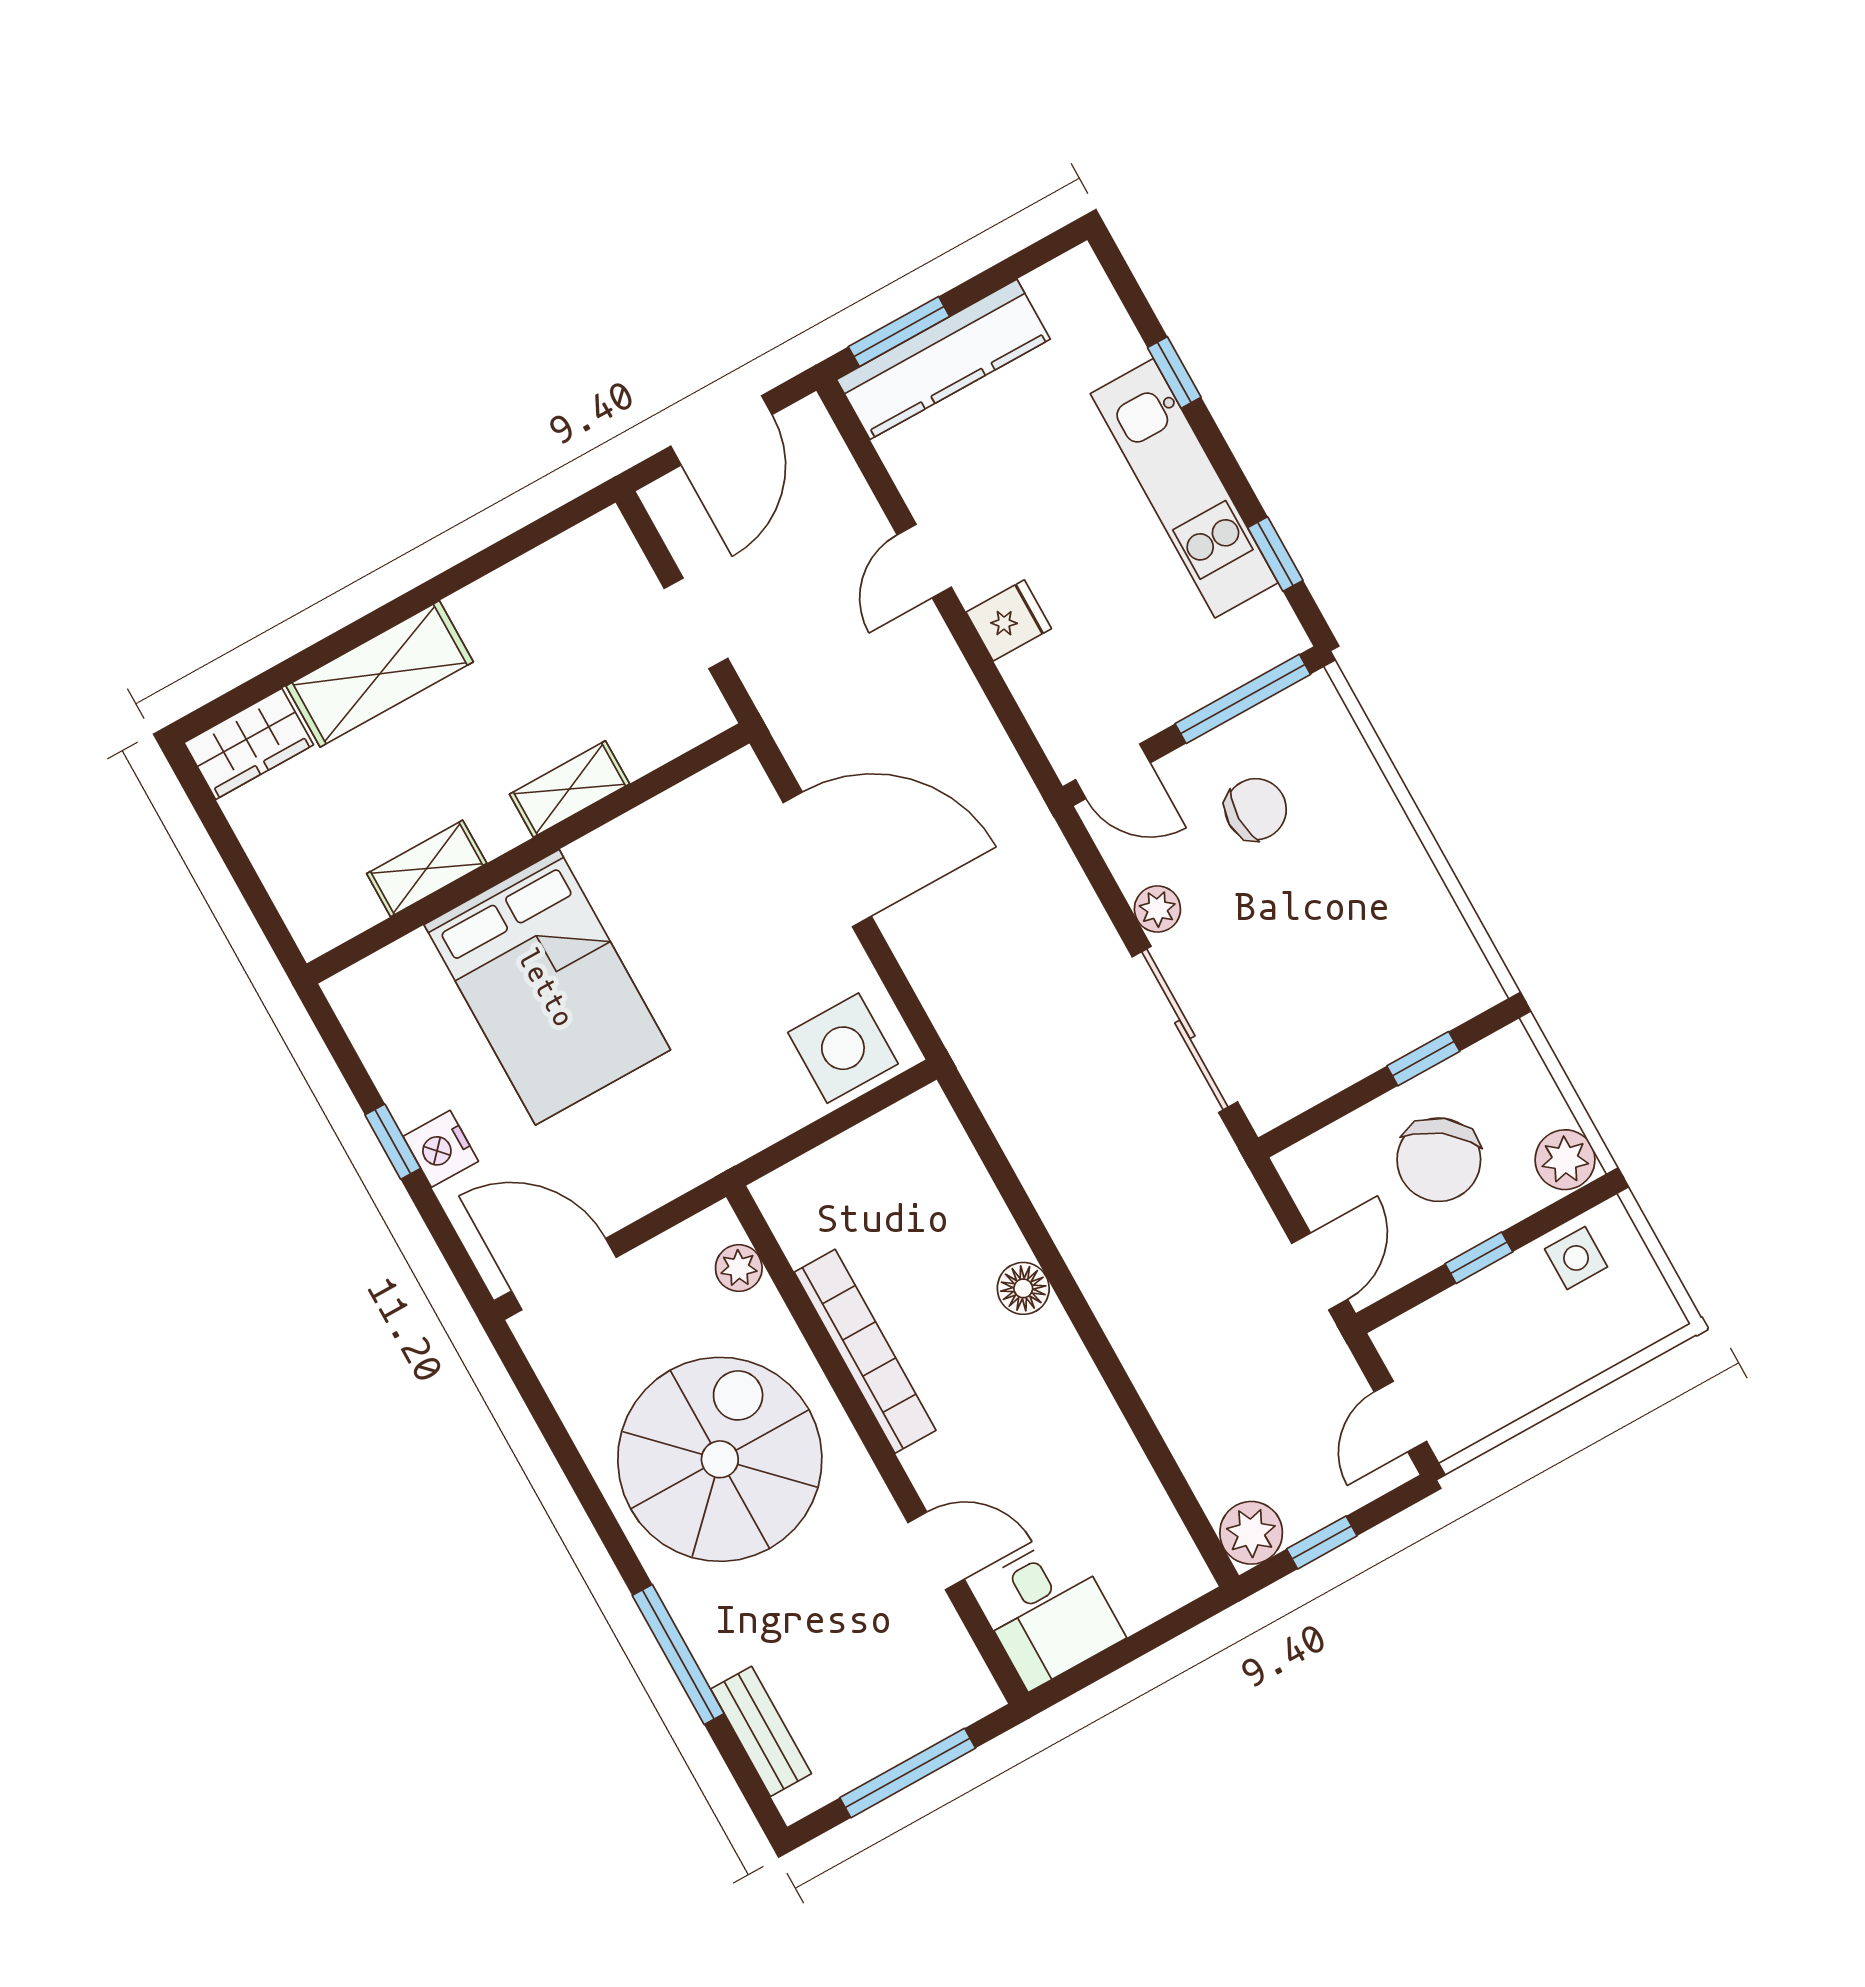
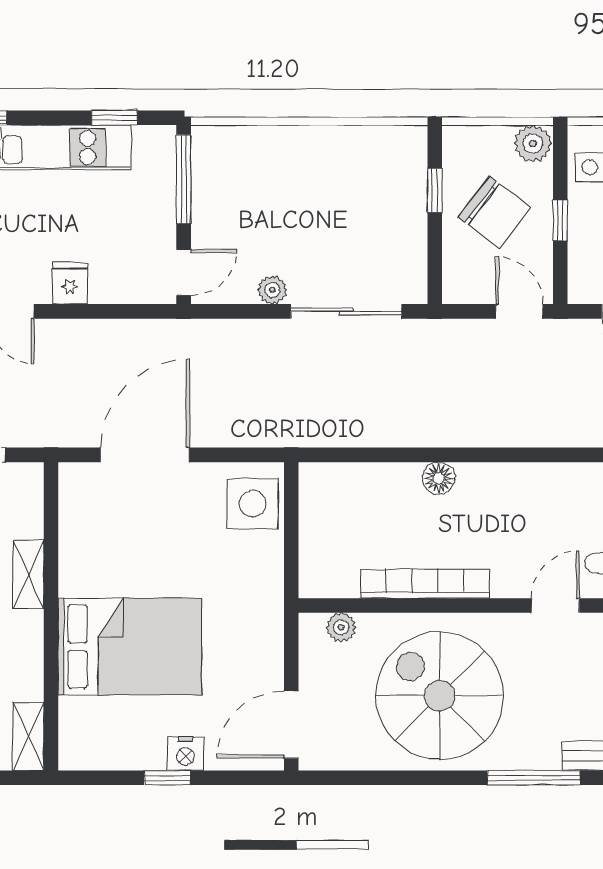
chair: (1256, 809) -> (248, 206), removed
shelving: (427, 868) -> (28, 736), moved

